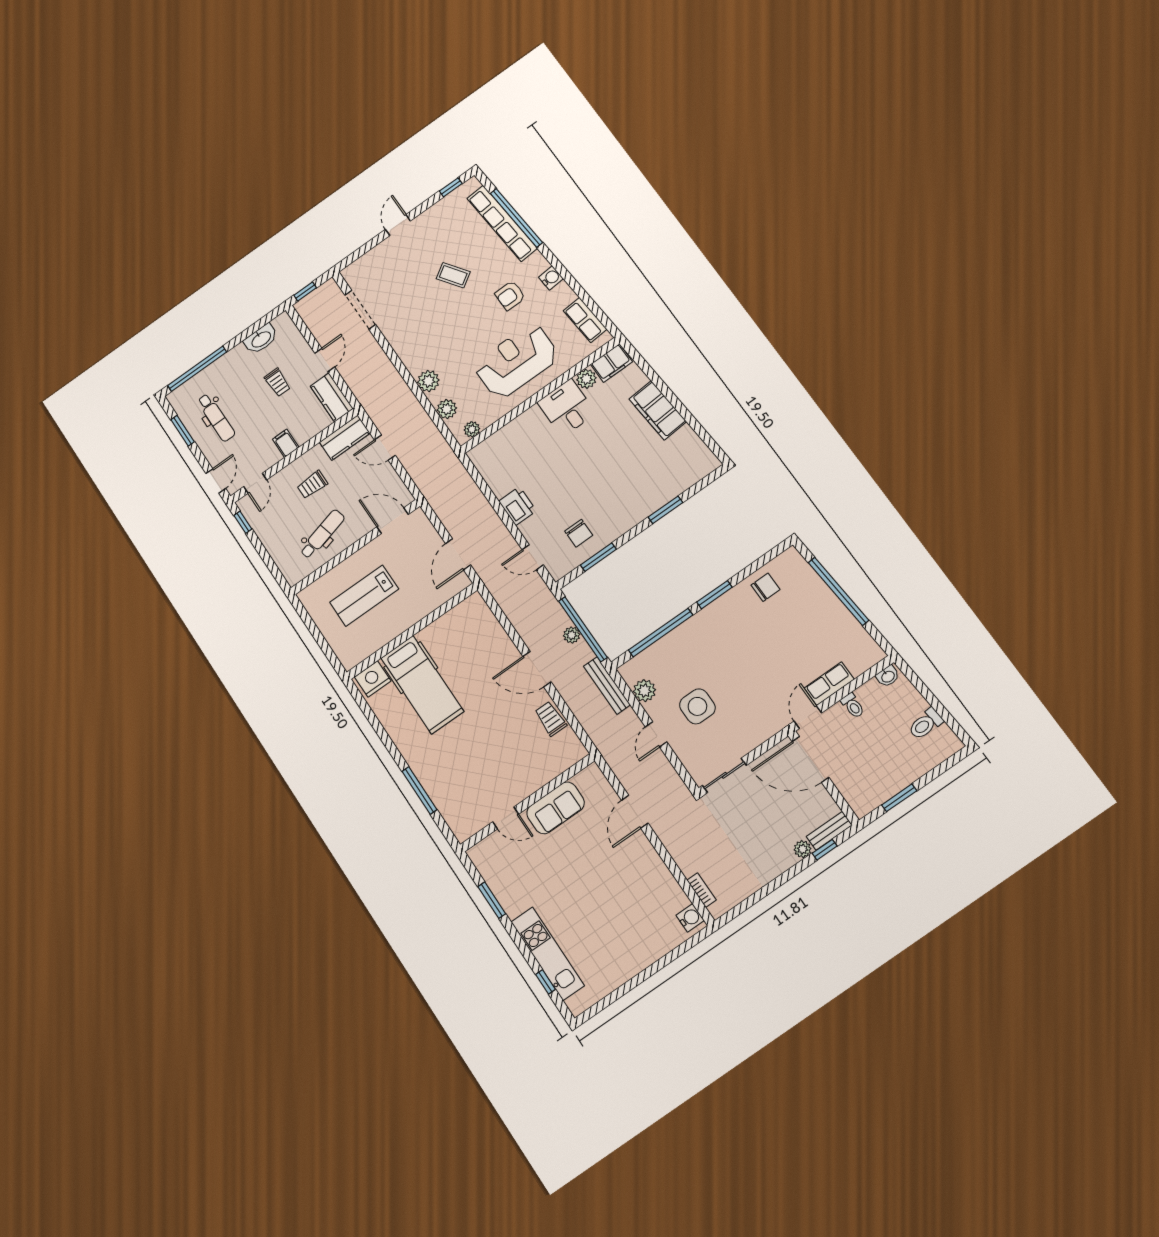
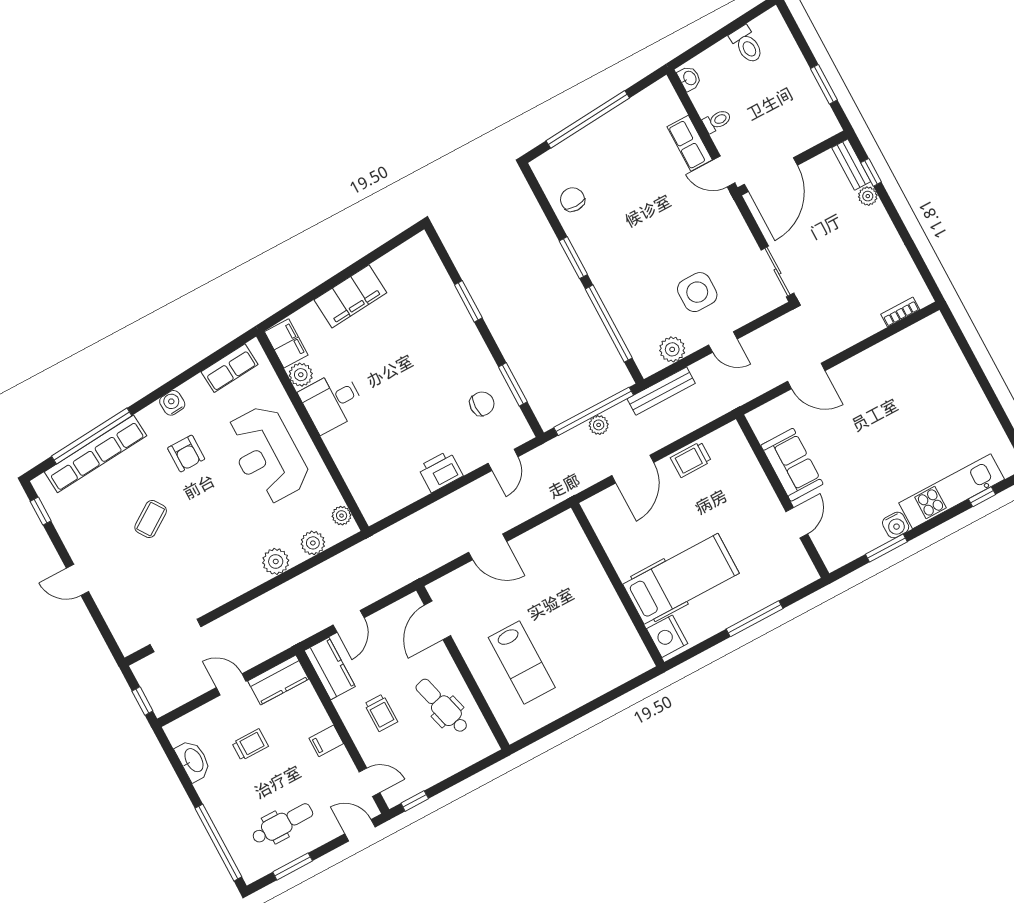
wall: (412, 631) -> (618, 585), moved
nightstand: (373, 679) -> (667, 636), moved
hospital bed: (422, 685) -> (681, 579), moved
water cooler: (690, 918) -> (896, 525), moved, turned 180

